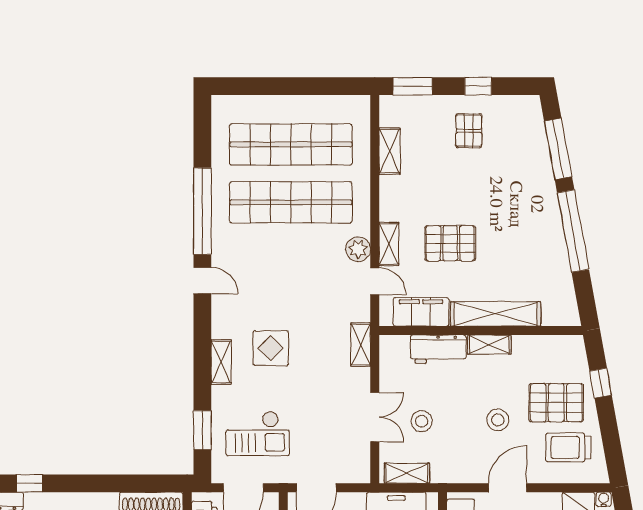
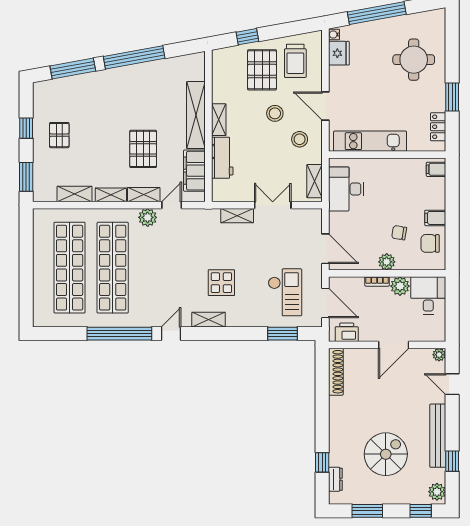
pallet: (469, 131) -> (59, 135), turned 90
shelving: (389, 200) -> (111, 195), added
shelving: (361, 345) -> (237, 216), moved
shelving: (221, 362) -> (209, 320), moved
stool: (422, 421) -> (300, 139), moved

